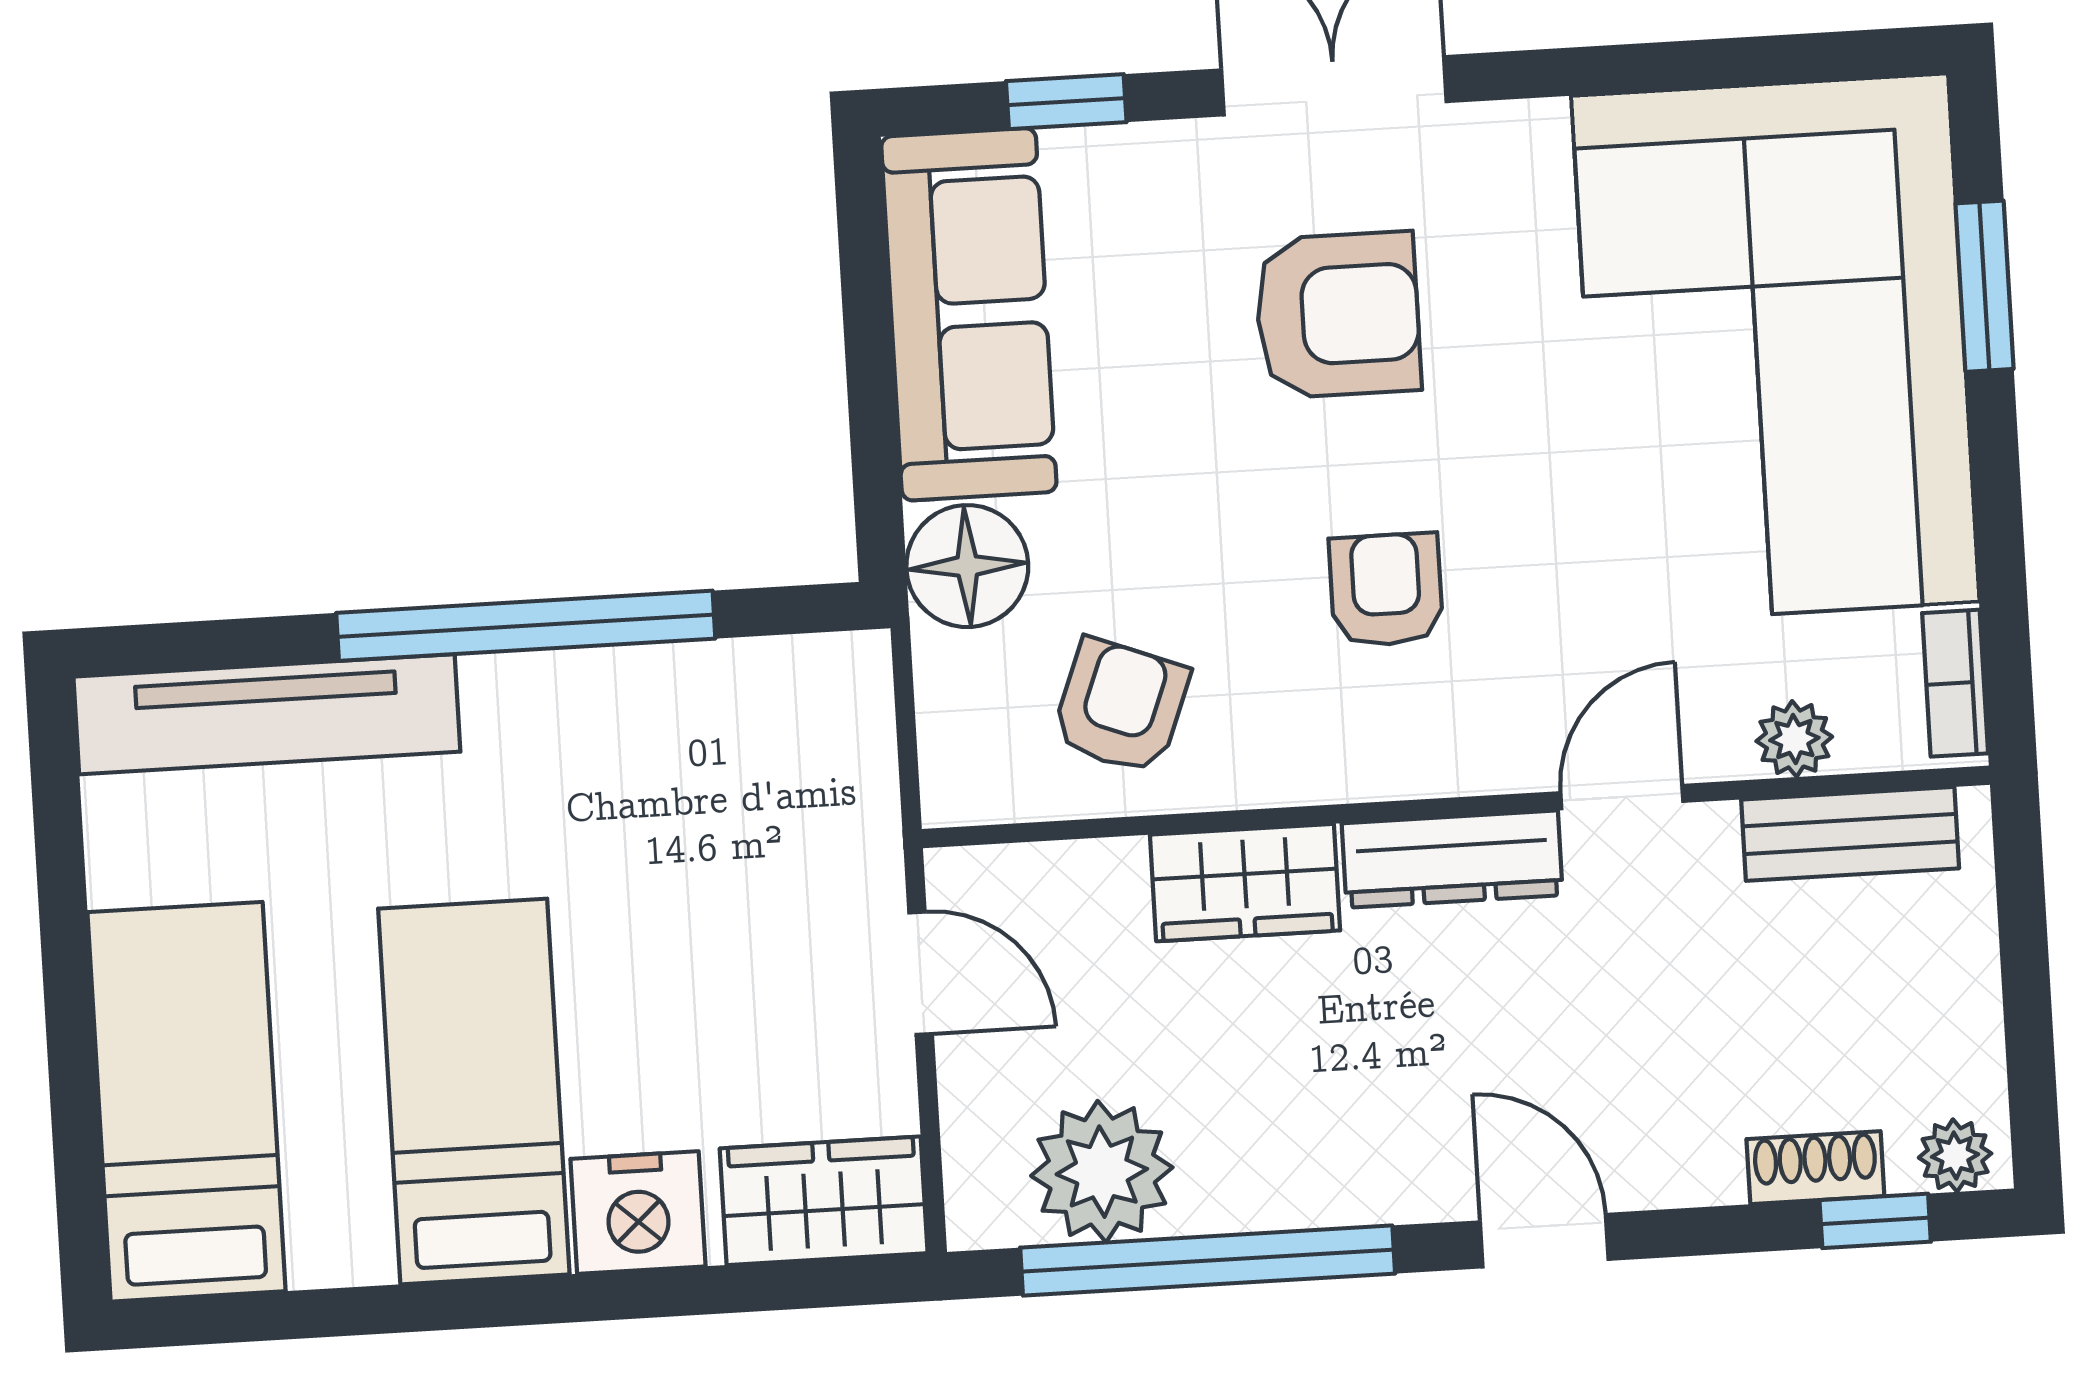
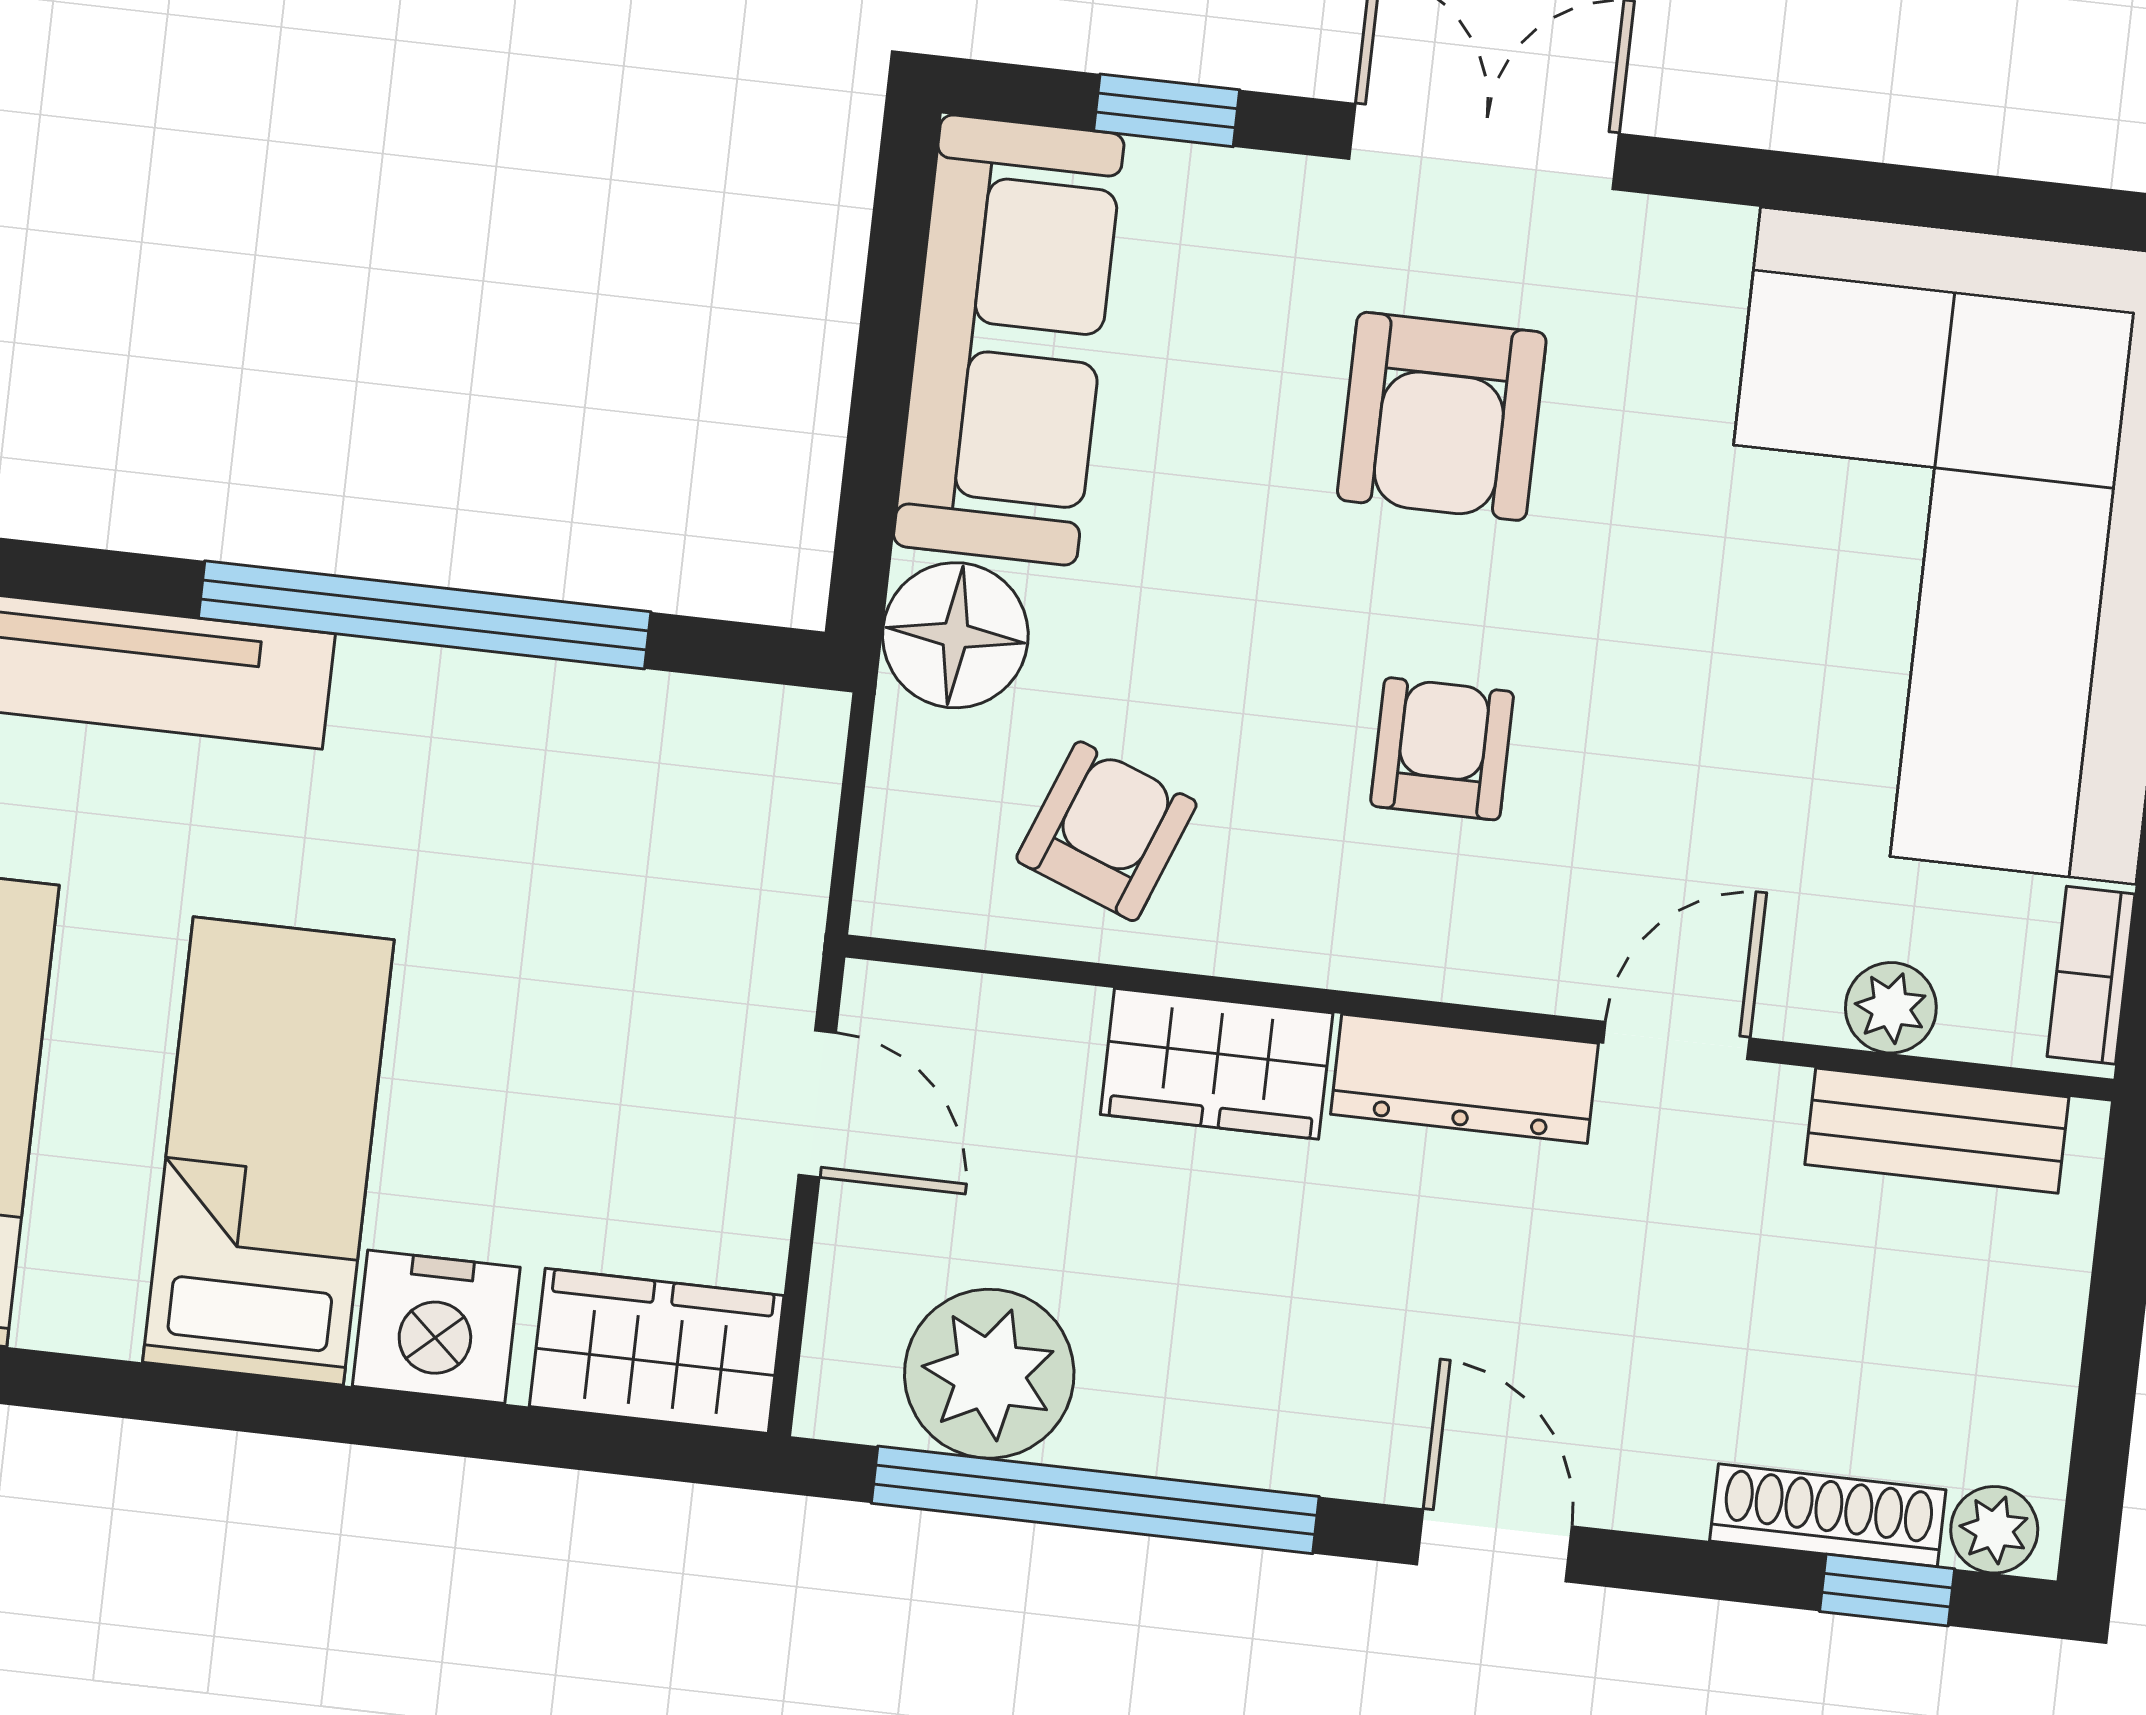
armchair: (1338, 315) -> (1442, 416), turned 90
shoe rack: (1815, 1168) -> (1828, 1515), width x1.43

